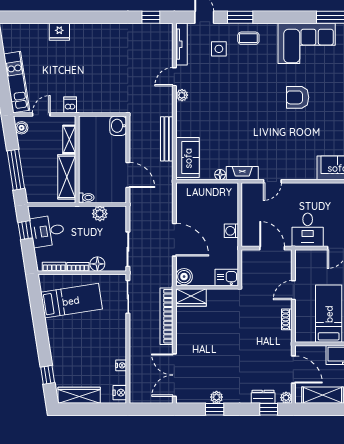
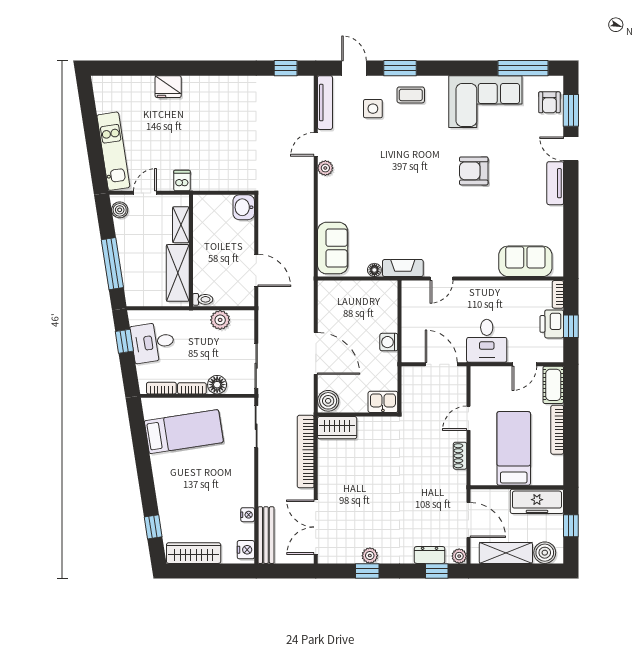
bench: (167, 139) -> (266, 535), moved

